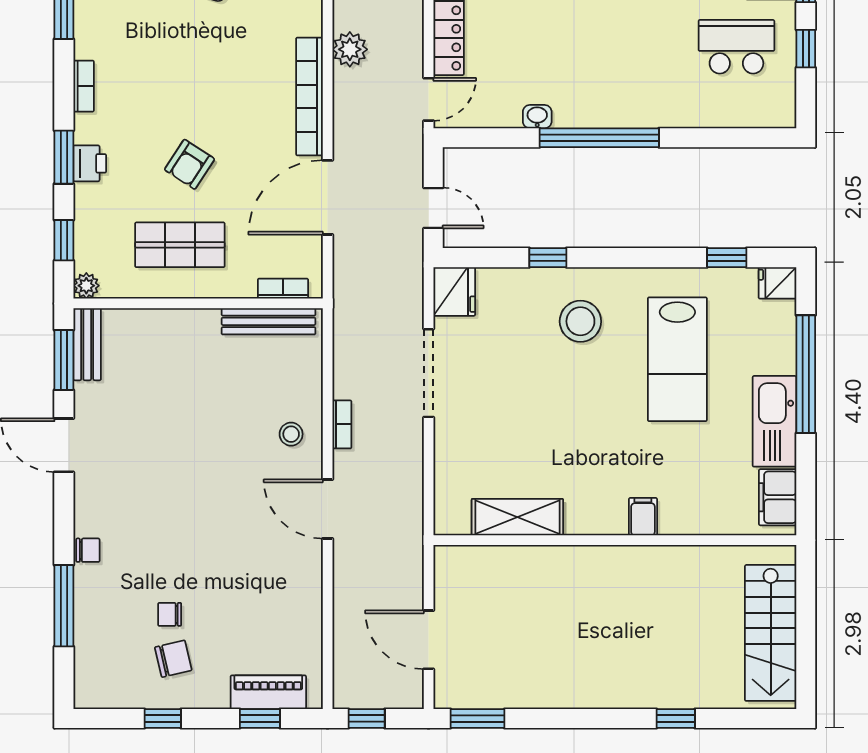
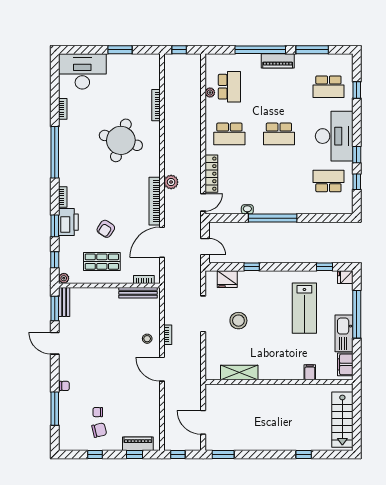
printer: (90, 163) -> (68, 222), width x1.87, depth x1.48
fridge: (454, 291) -> (227, 279), moved, turned 90
stool: (580, 321) -> (238, 321), moved
filing cabinet: (643, 517) -> (310, 372), moved

